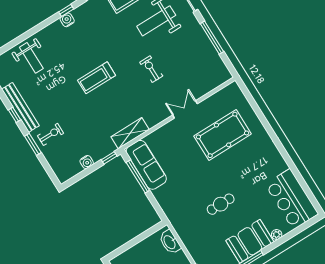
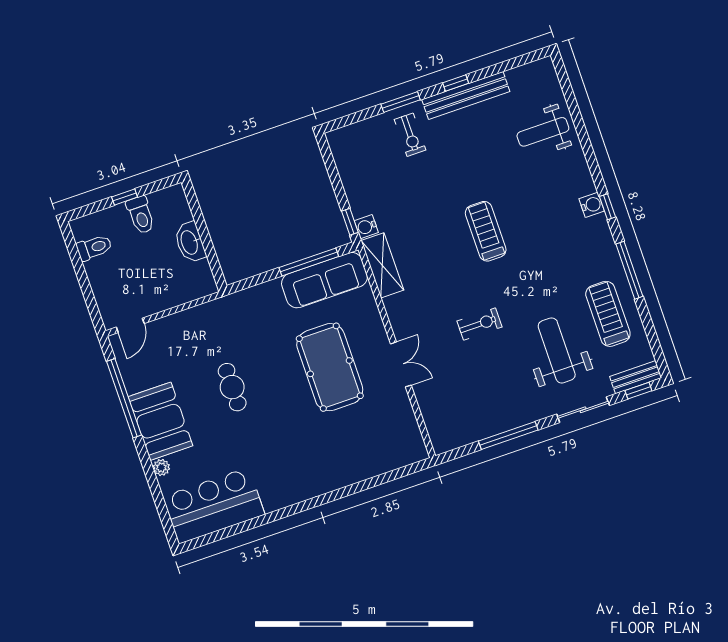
pool table: (223, 135) -> (330, 367), moved
water cooler: (87, 162) -> (366, 227), moved
washbasin: (170, 242) -> (190, 242), moved, turned -90

